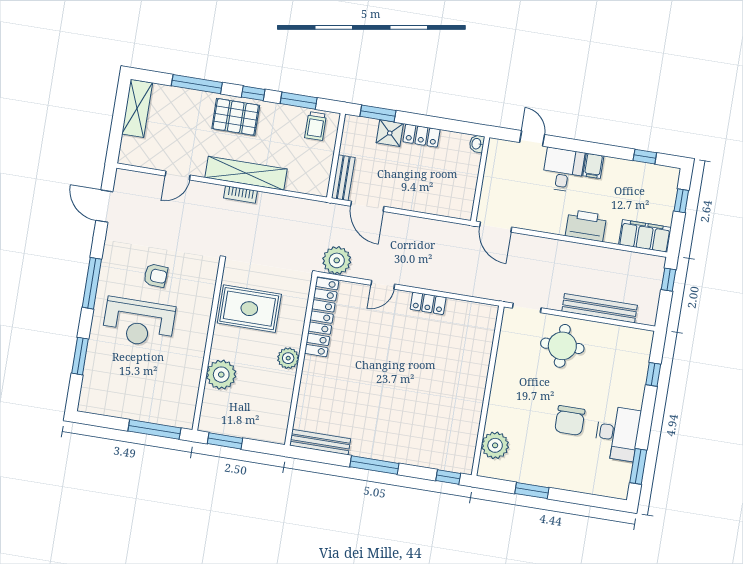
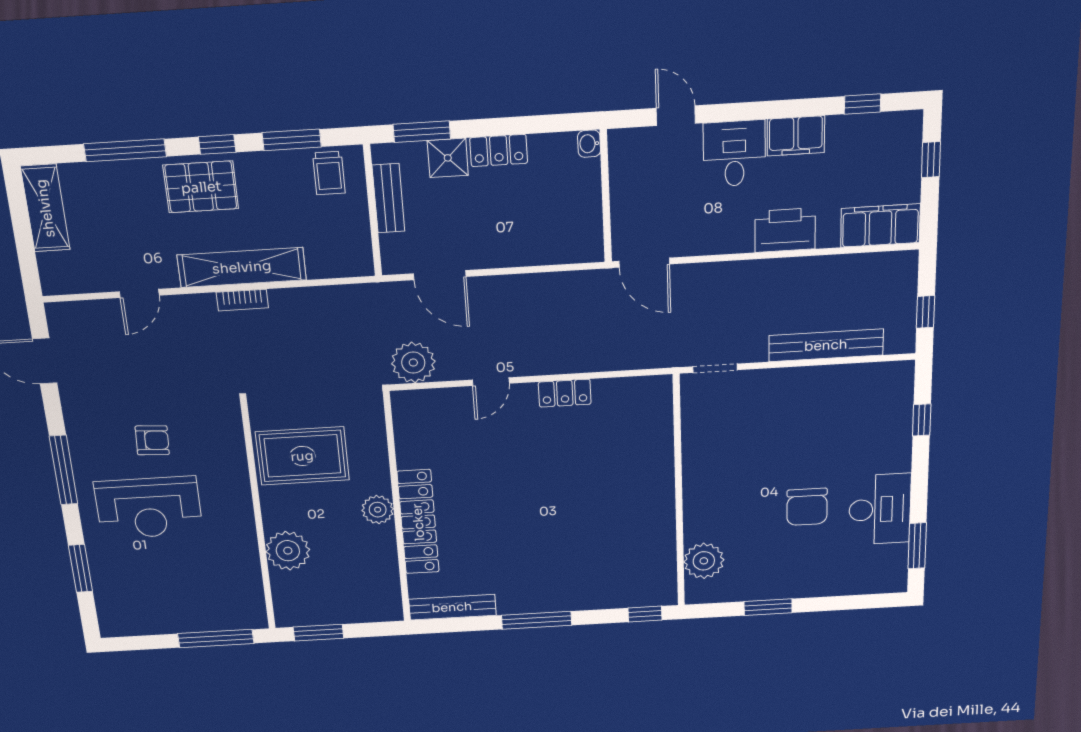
filing cabinet: (593, 166) -> (796, 136), width x2.00
bench: (343, 178) -> (388, 198), moved
window: (669, 280) -> (926, 312), moved
locker: (322, 317) -> (418, 522), moved
round table: (562, 346) -> (778, 409), removed

